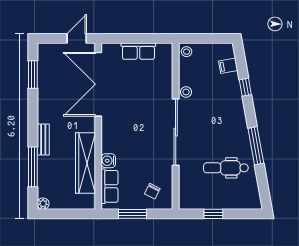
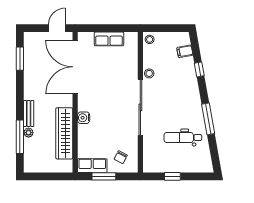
water cooler: (108, 161) -> (84, 118), moved
row of seats: (110, 186) -> (92, 166), moved, turned -90
plant: (43, 204) -> (29, 133), moved

